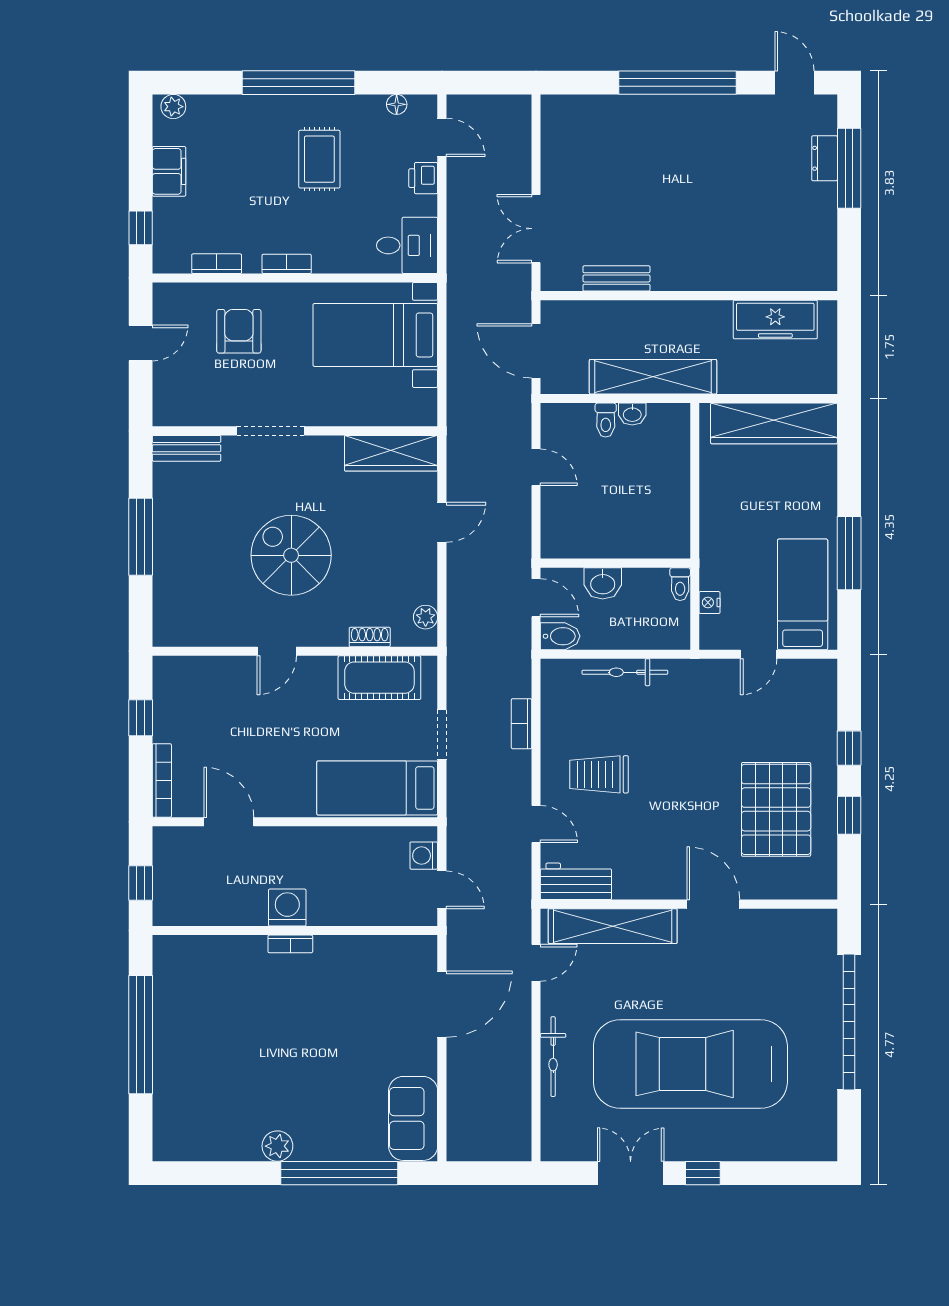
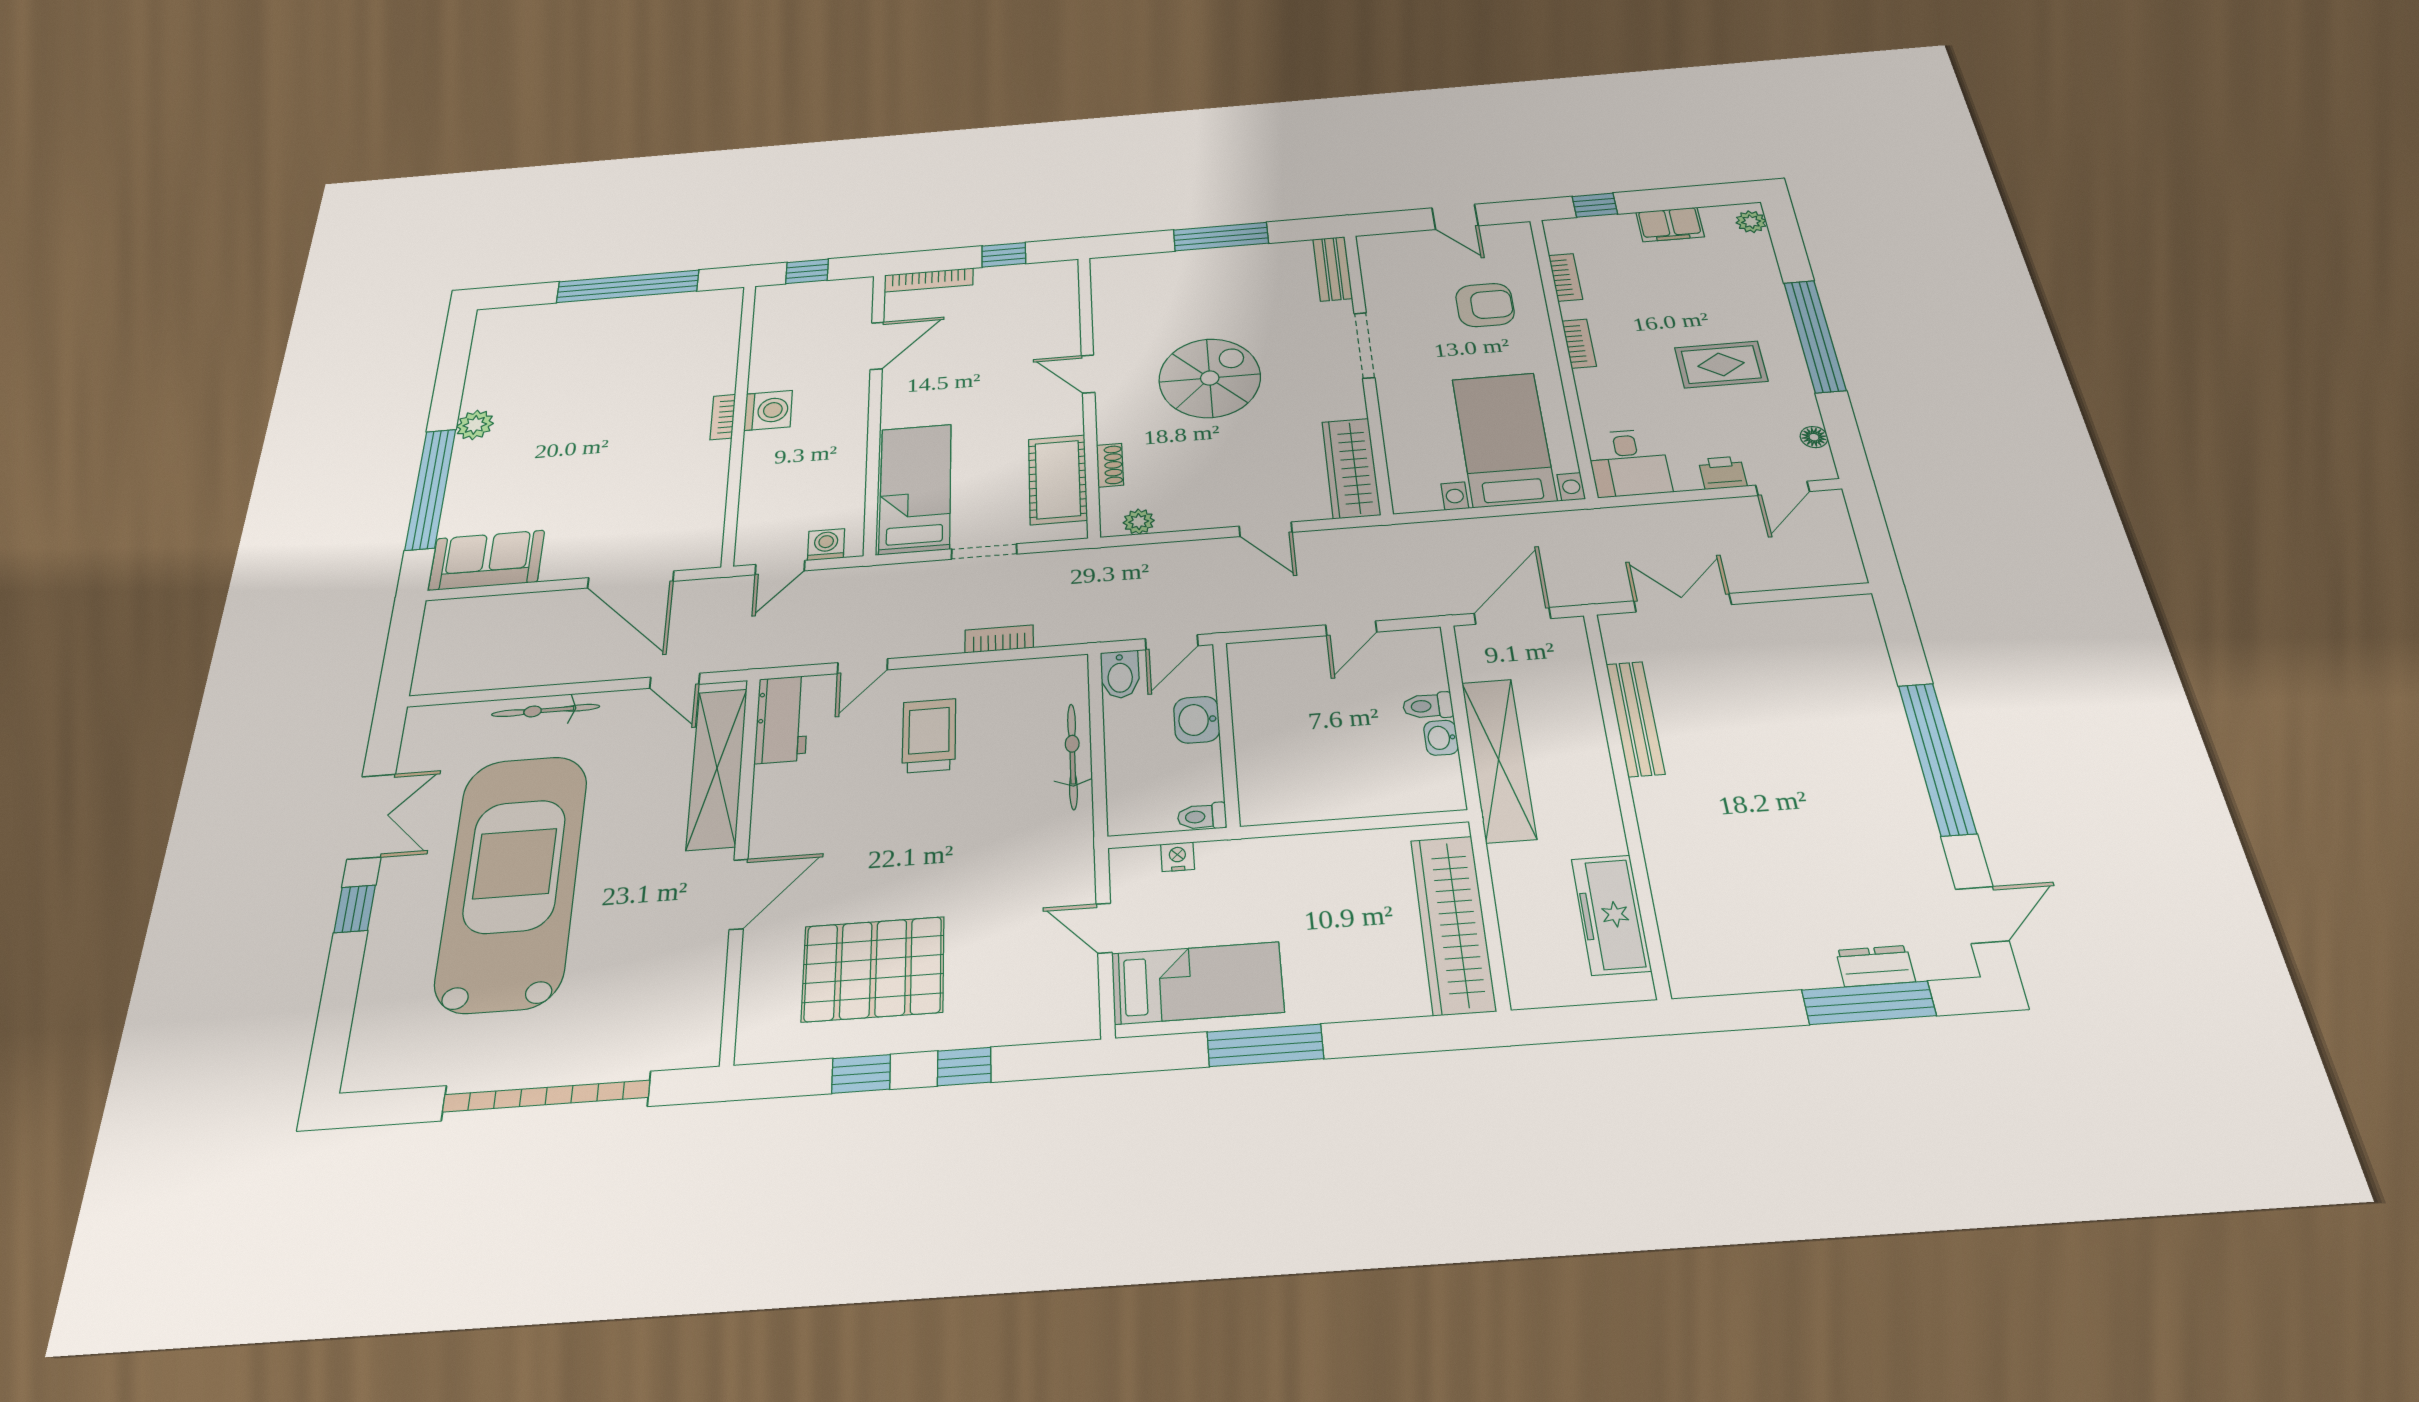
bench: (616, 278) -> (1635, 718), width x1.36

